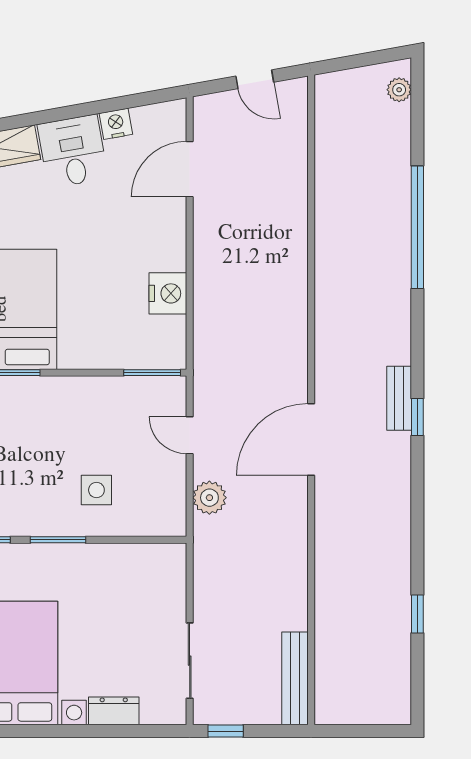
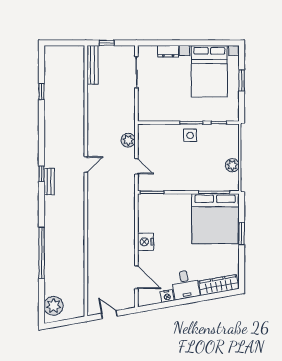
plant: (399, 90) -> (54, 306), width x1.88, depth x1.88
door: (190, 169) -> (136, 277), hinge flipped
nightstand: (168, 293) -> (146, 242), moved
door: (311, 440) -> (86, 164), width x0.53
side table: (96, 490) -> (190, 135), moved
window: (226, 731) -> (107, 43), moved

